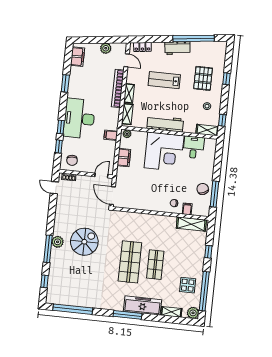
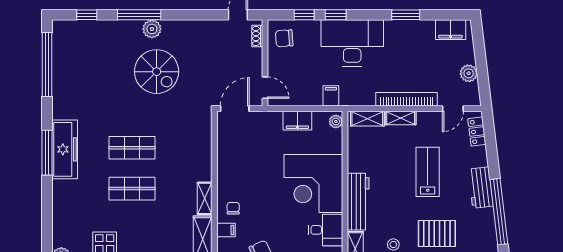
workbench: (165, 124) -> (358, 202), moved
shop shelf: (130, 262) -> (132, 148), width x0.70, depth x0.74
freezer: (142, 306) -> (65, 149), moved
shelving: (171, 312) -> (205, 198), moved

